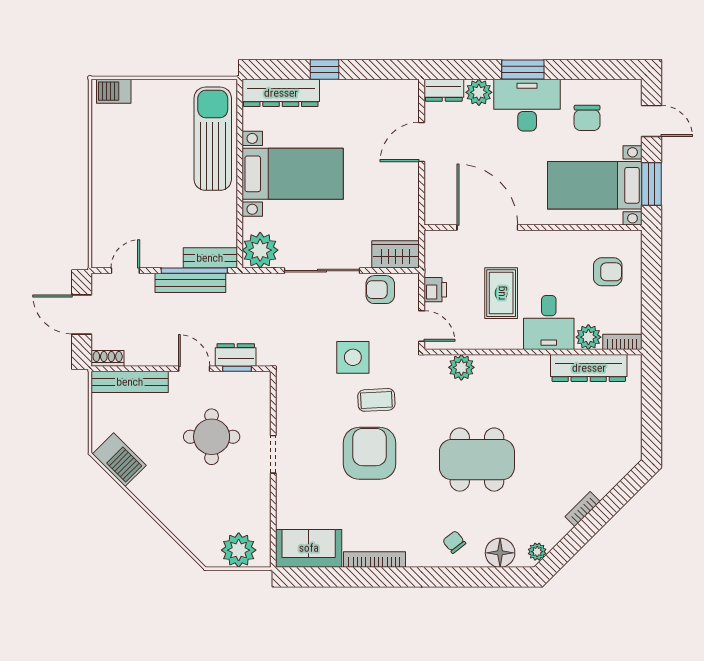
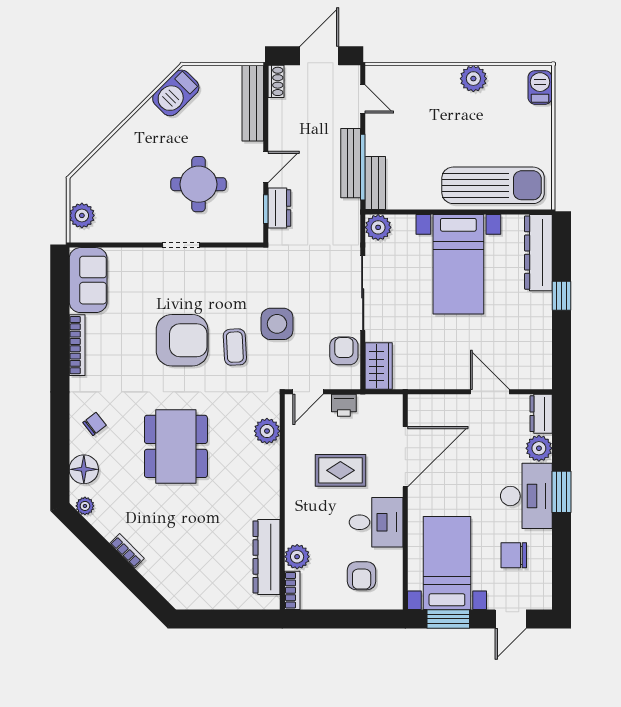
plant: (105, 159) -> (473, 79), added
plant: (260, 250) -> (378, 227), width x0.73, depth x0.73
desk: (549, 322) -> (376, 522), moved, turned 180
plant: (239, 550) -> (82, 215), width x0.73, depth x0.73

